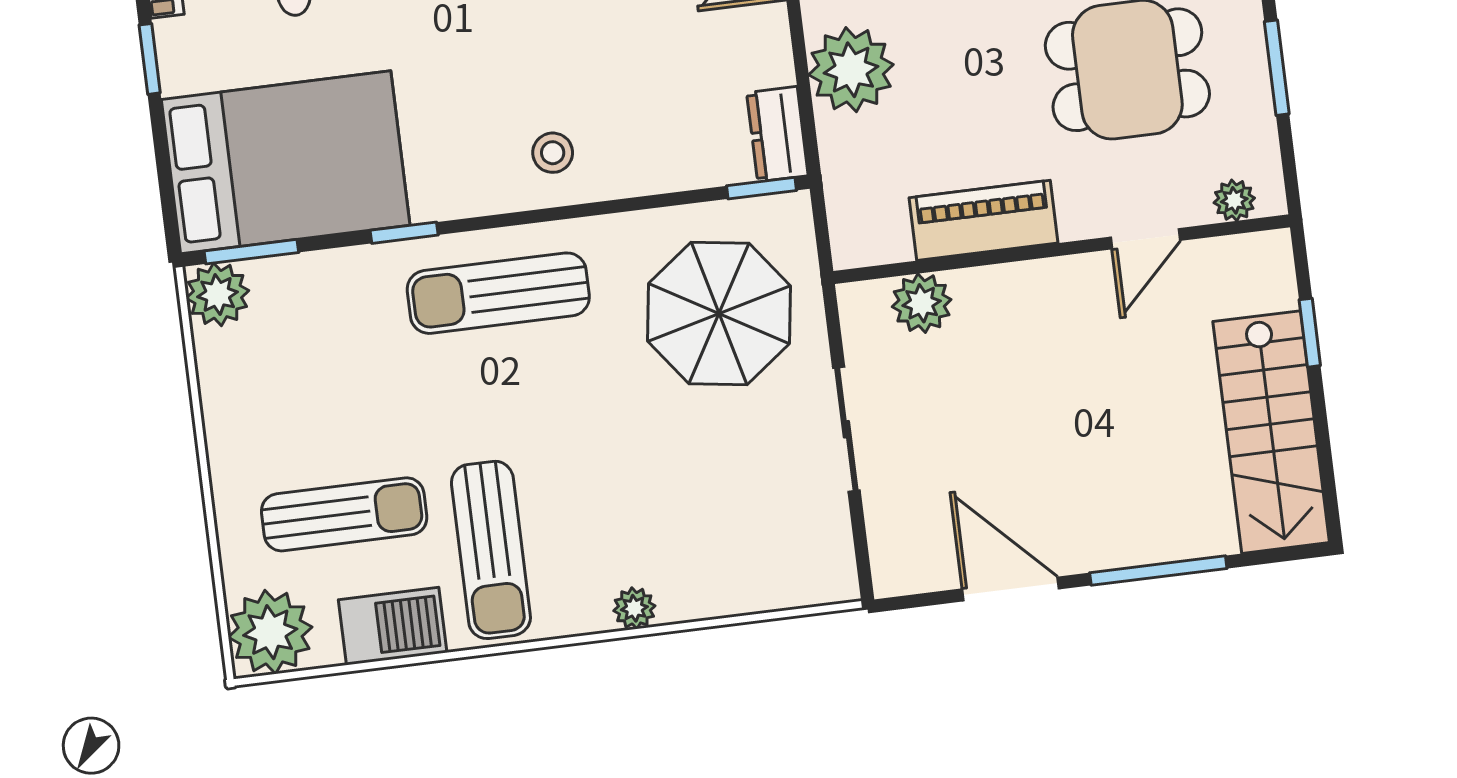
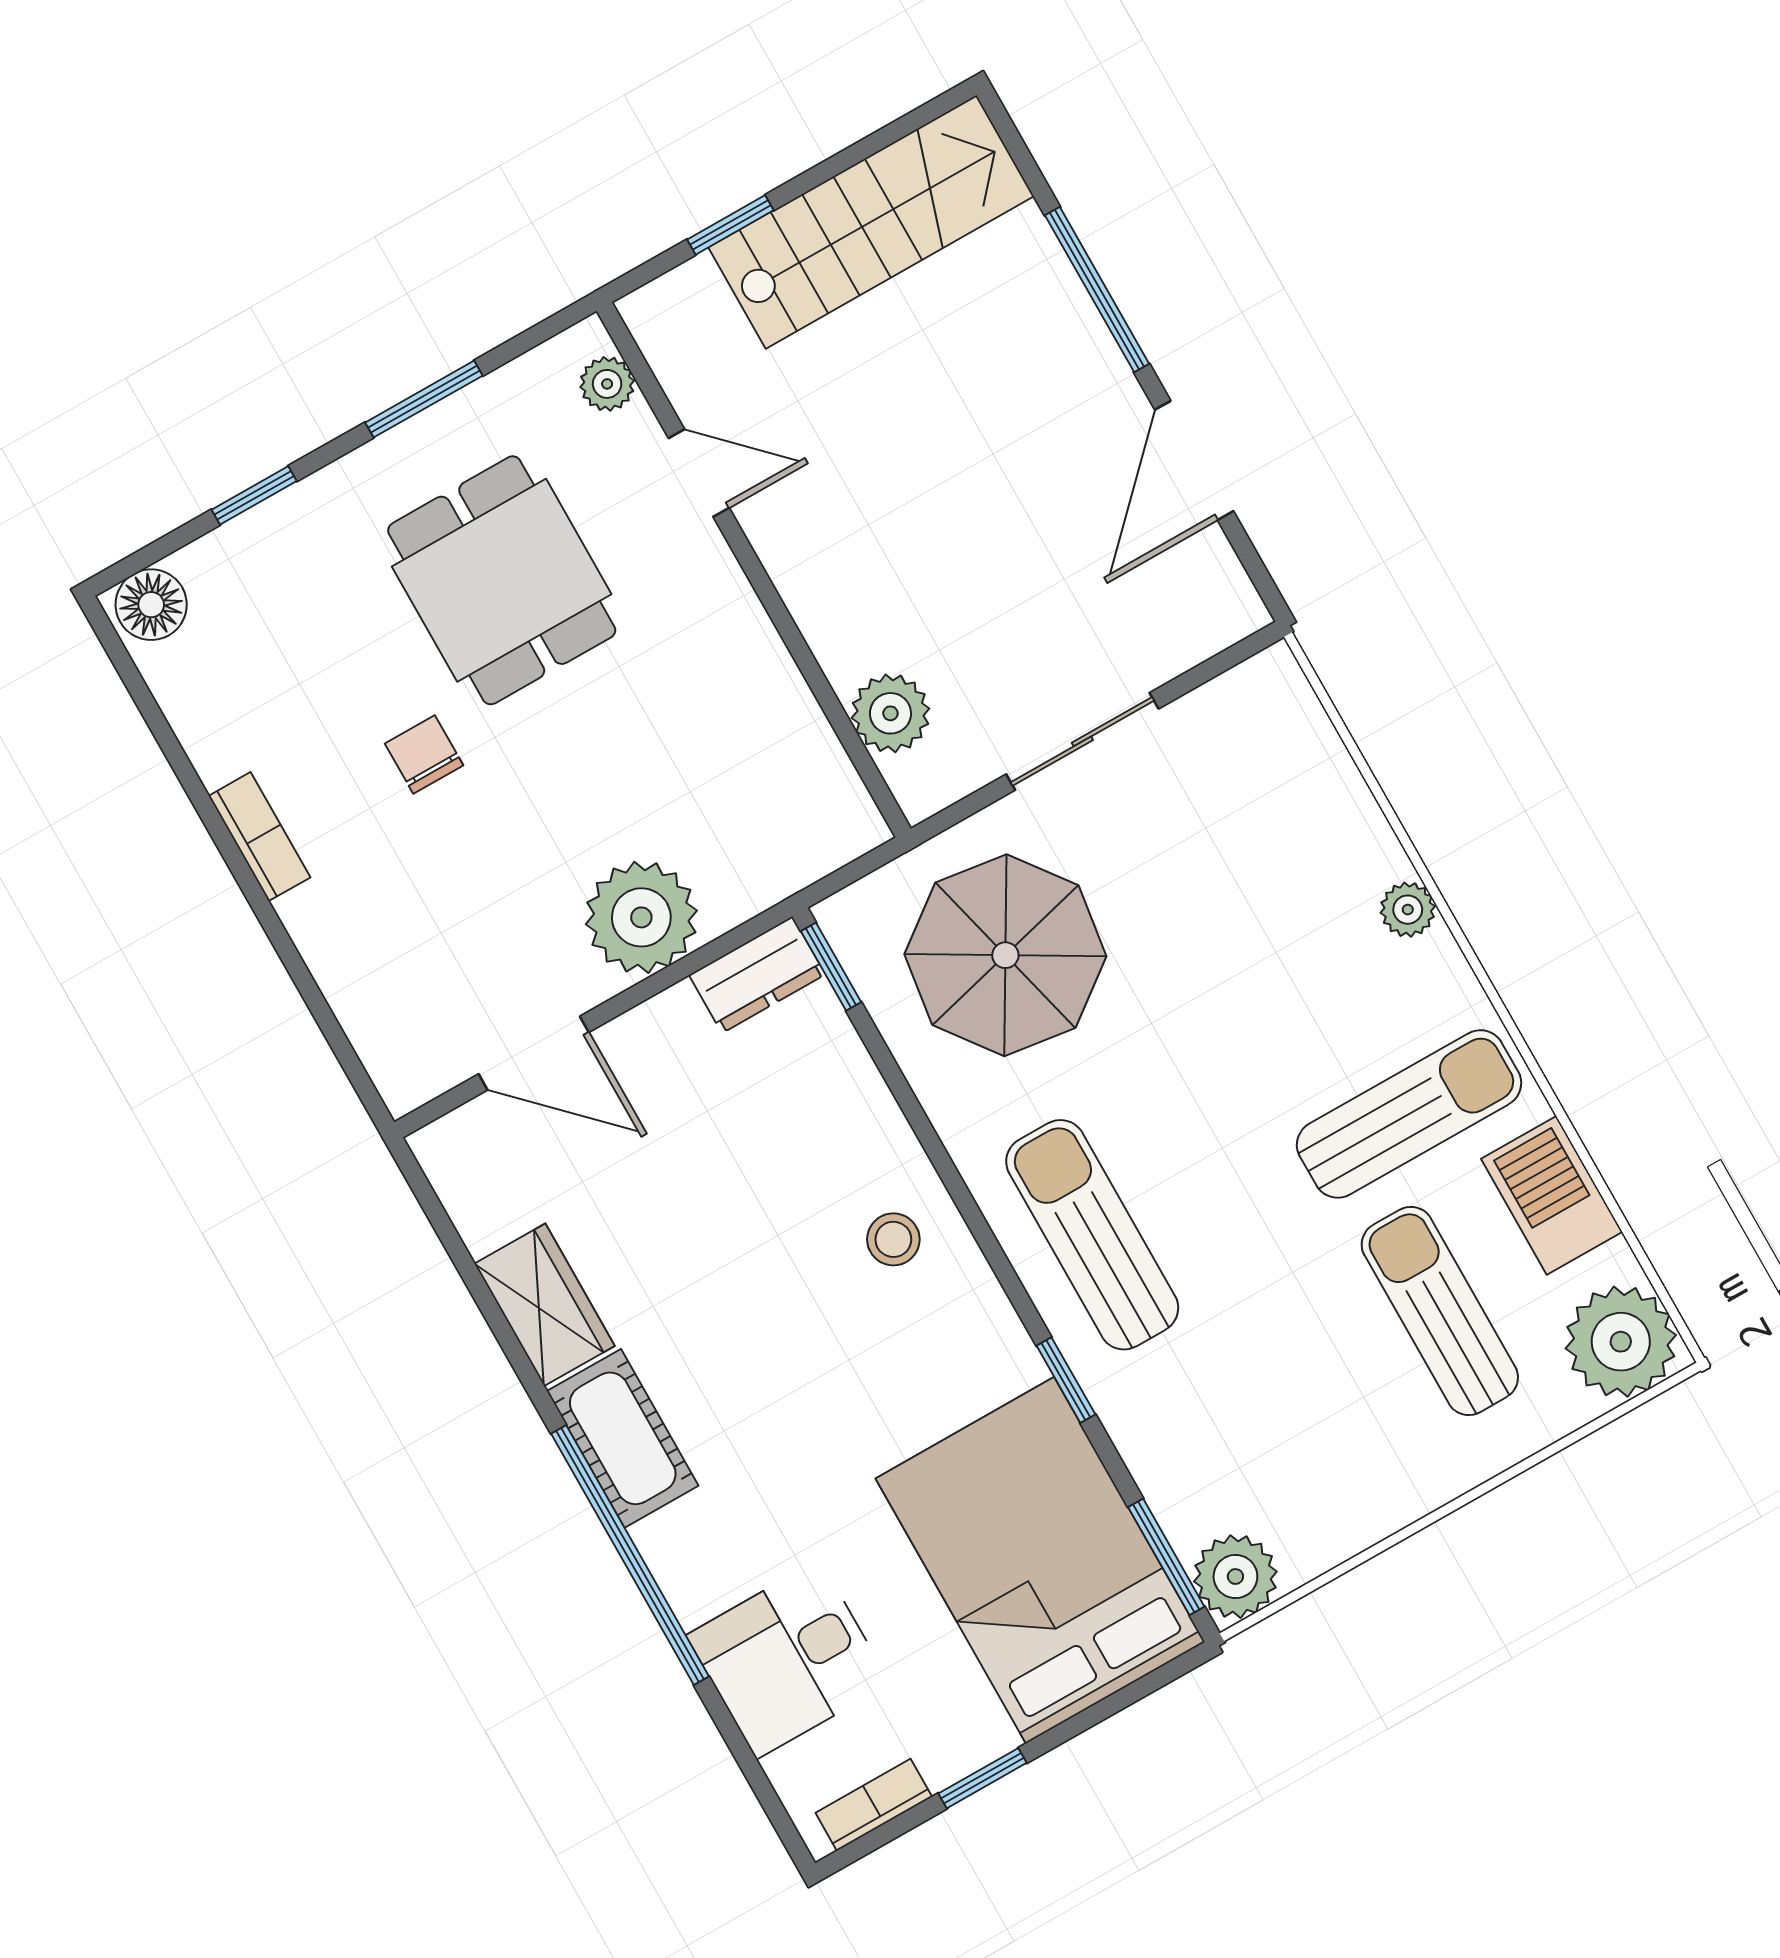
piano: (984, 220) -> (758, 680), removed
sun lounger: (498, 293) -> (1092, 1235), turned 180

